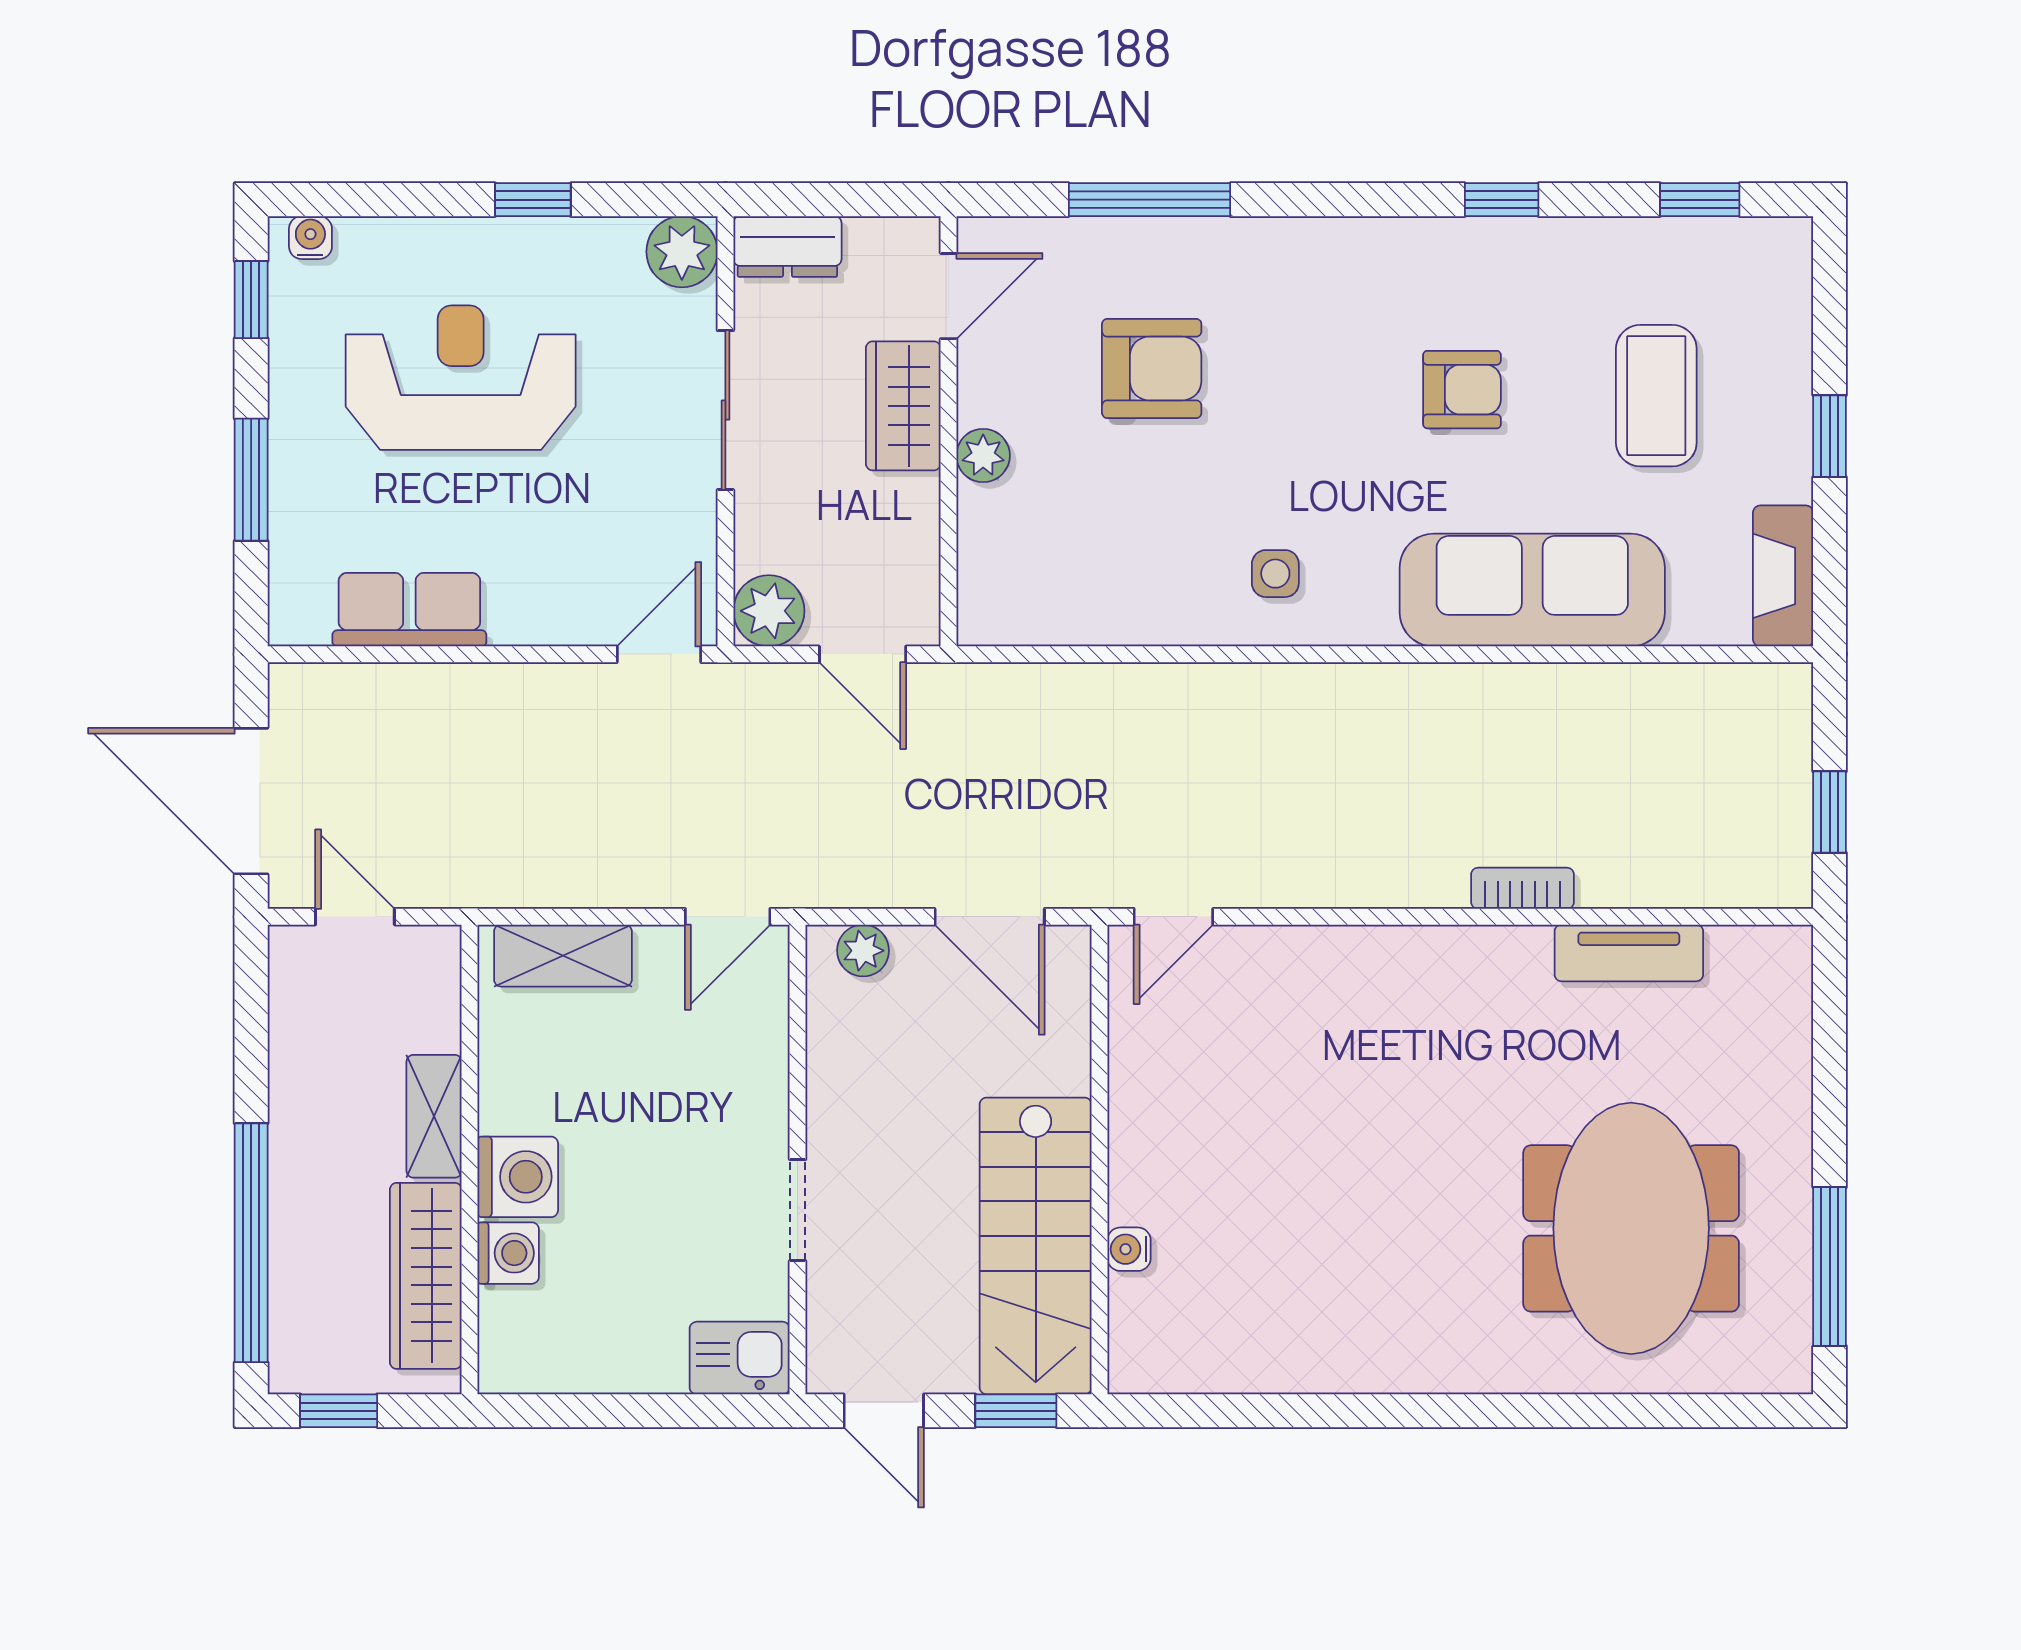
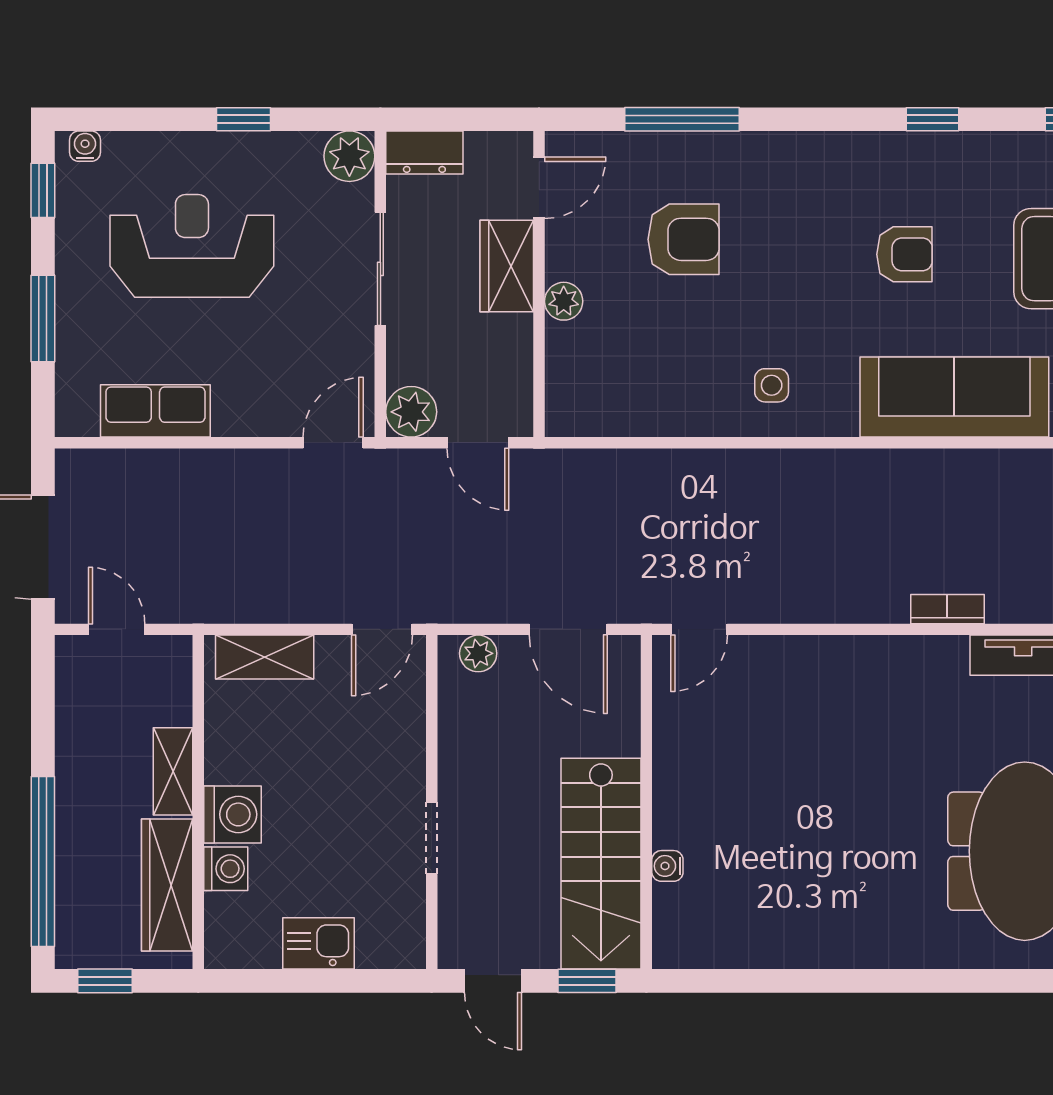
kitchen sink: (740, 1358) -> (318, 943), moved

